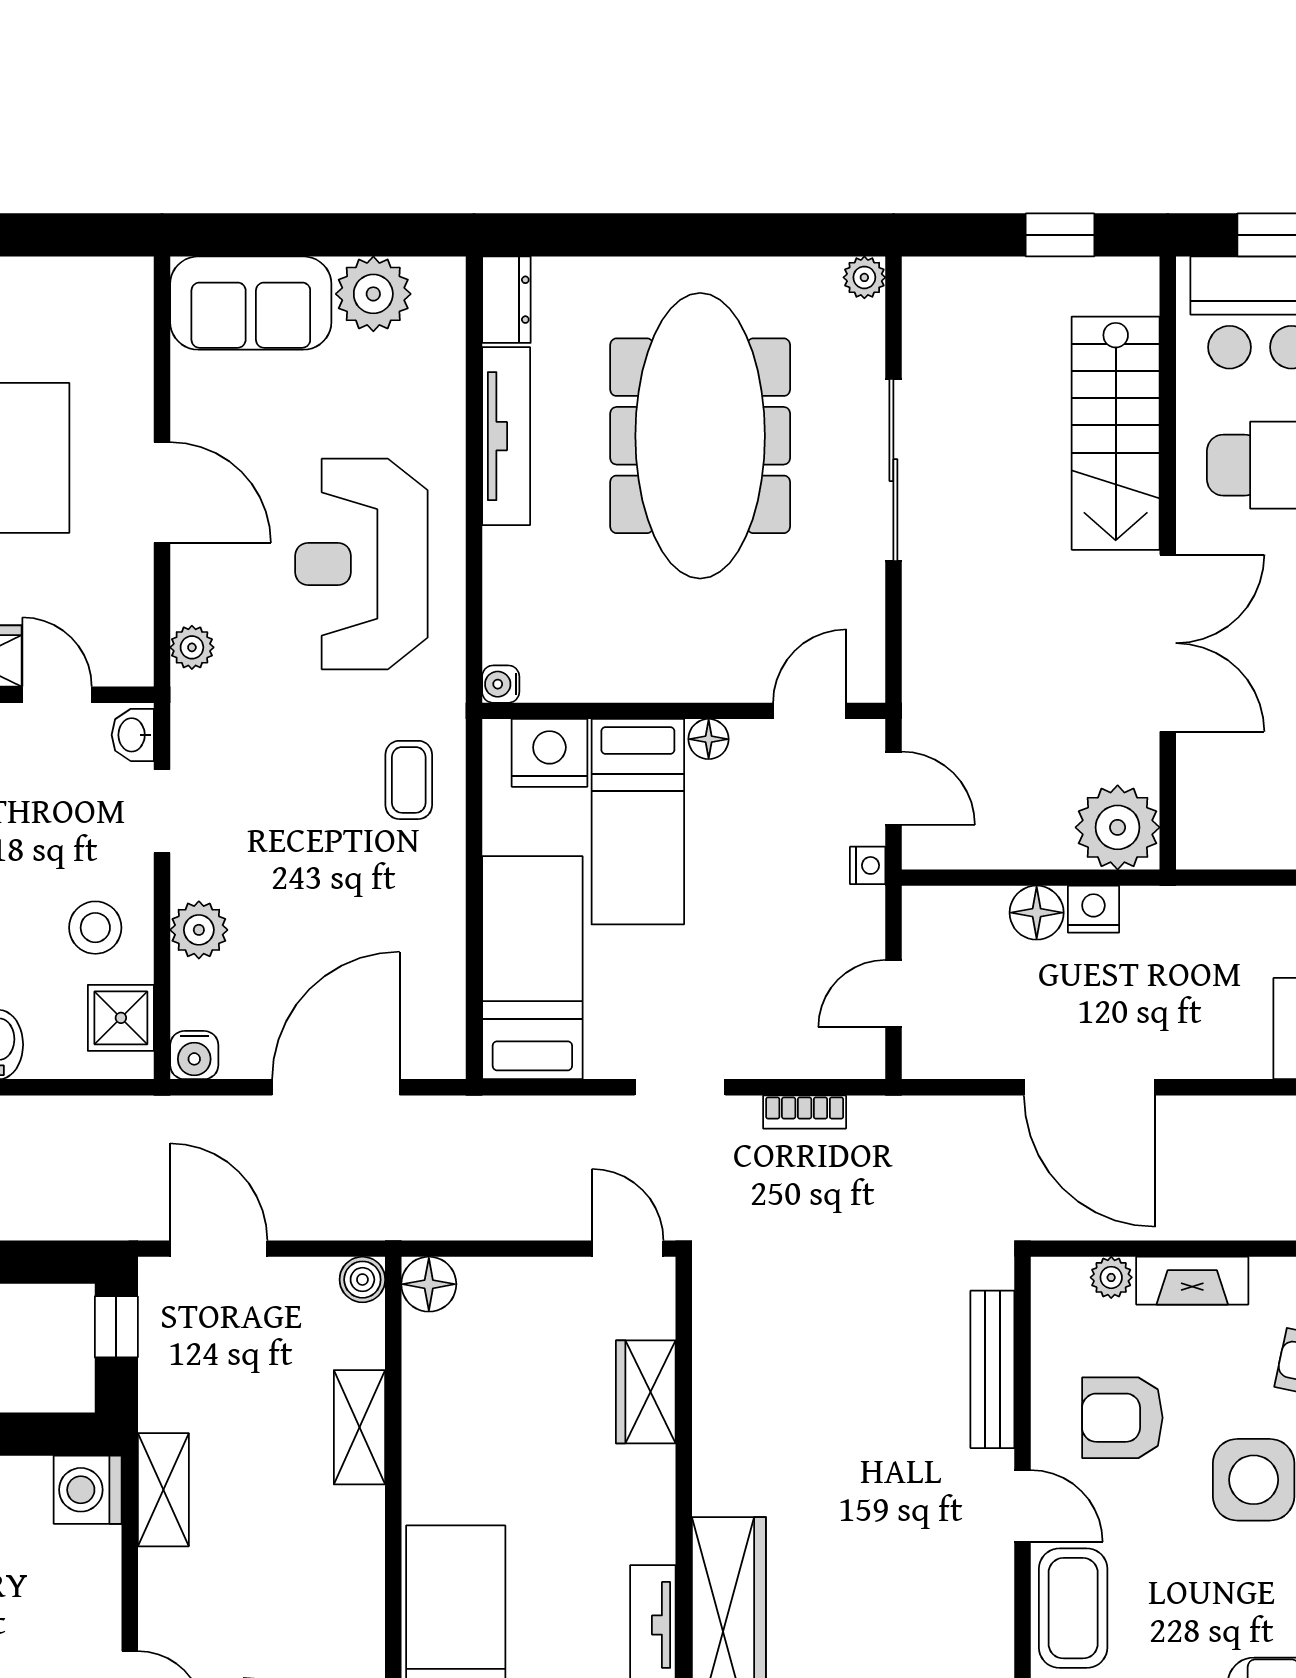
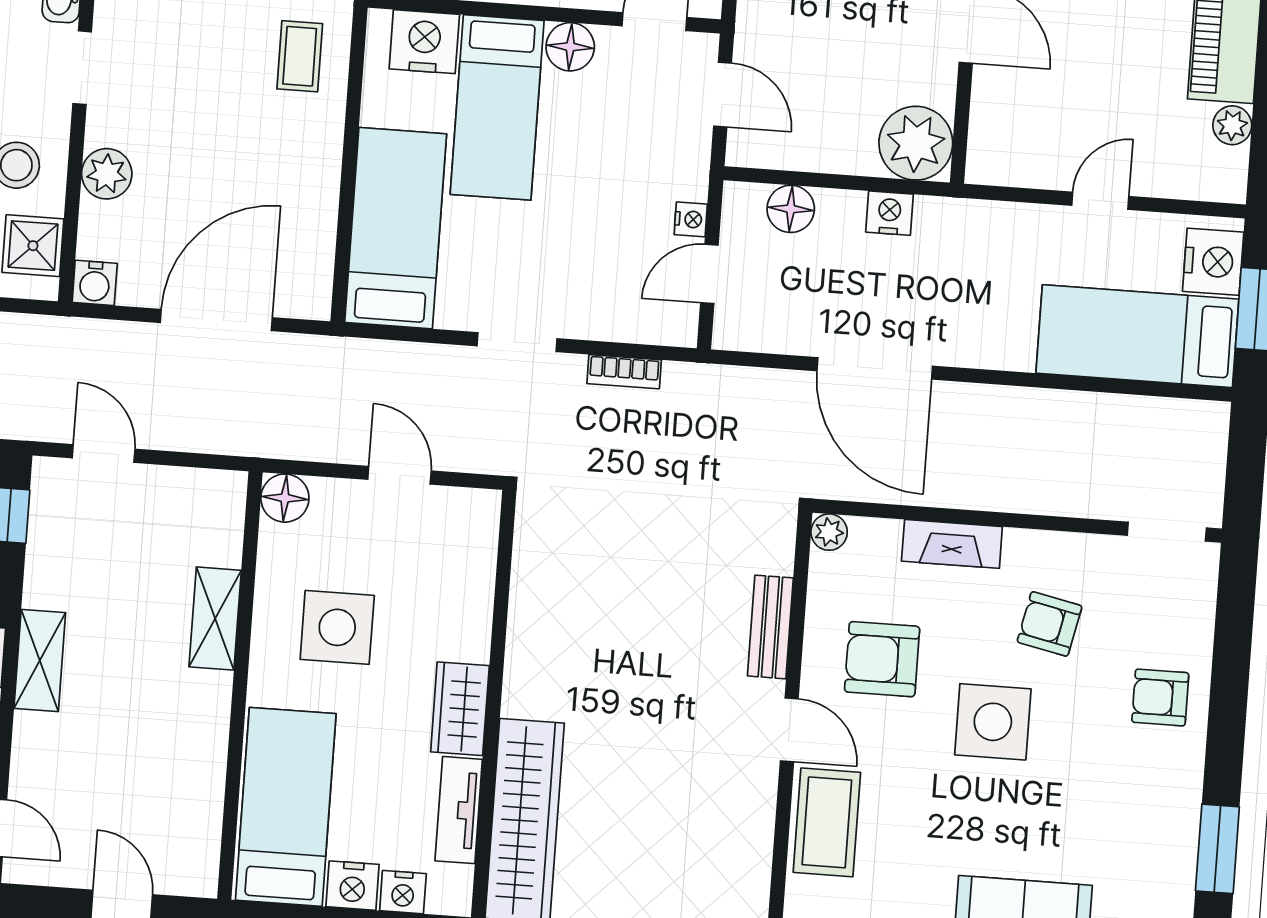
floor lamp: (709, 739) -> (570, 47), width x1.37, depth x1.37
nightstand: (868, 865) -> (691, 219), moved
floor lamp: (1037, 913) -> (791, 209), moved
door: (219, 1249) -> (104, 454), width x0.73
door: (628, 1249) -> (399, 475), moved
plant: (1111, 1277) -> (829, 532), moved
boiler: (362, 1280) -> (227, 490), removed
bench: (992, 1369) -> (770, 627), width x0.73
wardrobe: (646, 1392) -> (460, 709), moved
side table: (499, 1427) -> (337, 627), added

